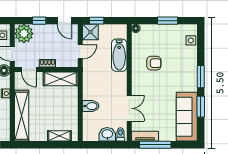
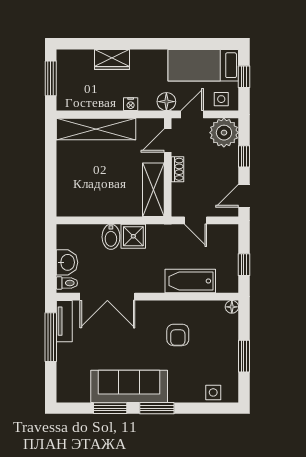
window: (97, 21) -> (244, 265), moved
shower: (90, 32) -> (133, 236), moved
double door: (129, 108) -> (107, 297), width x1.37
sofa: (187, 117) -> (129, 386), moved
shelving: (59, 136) -> (64, 188), removed

